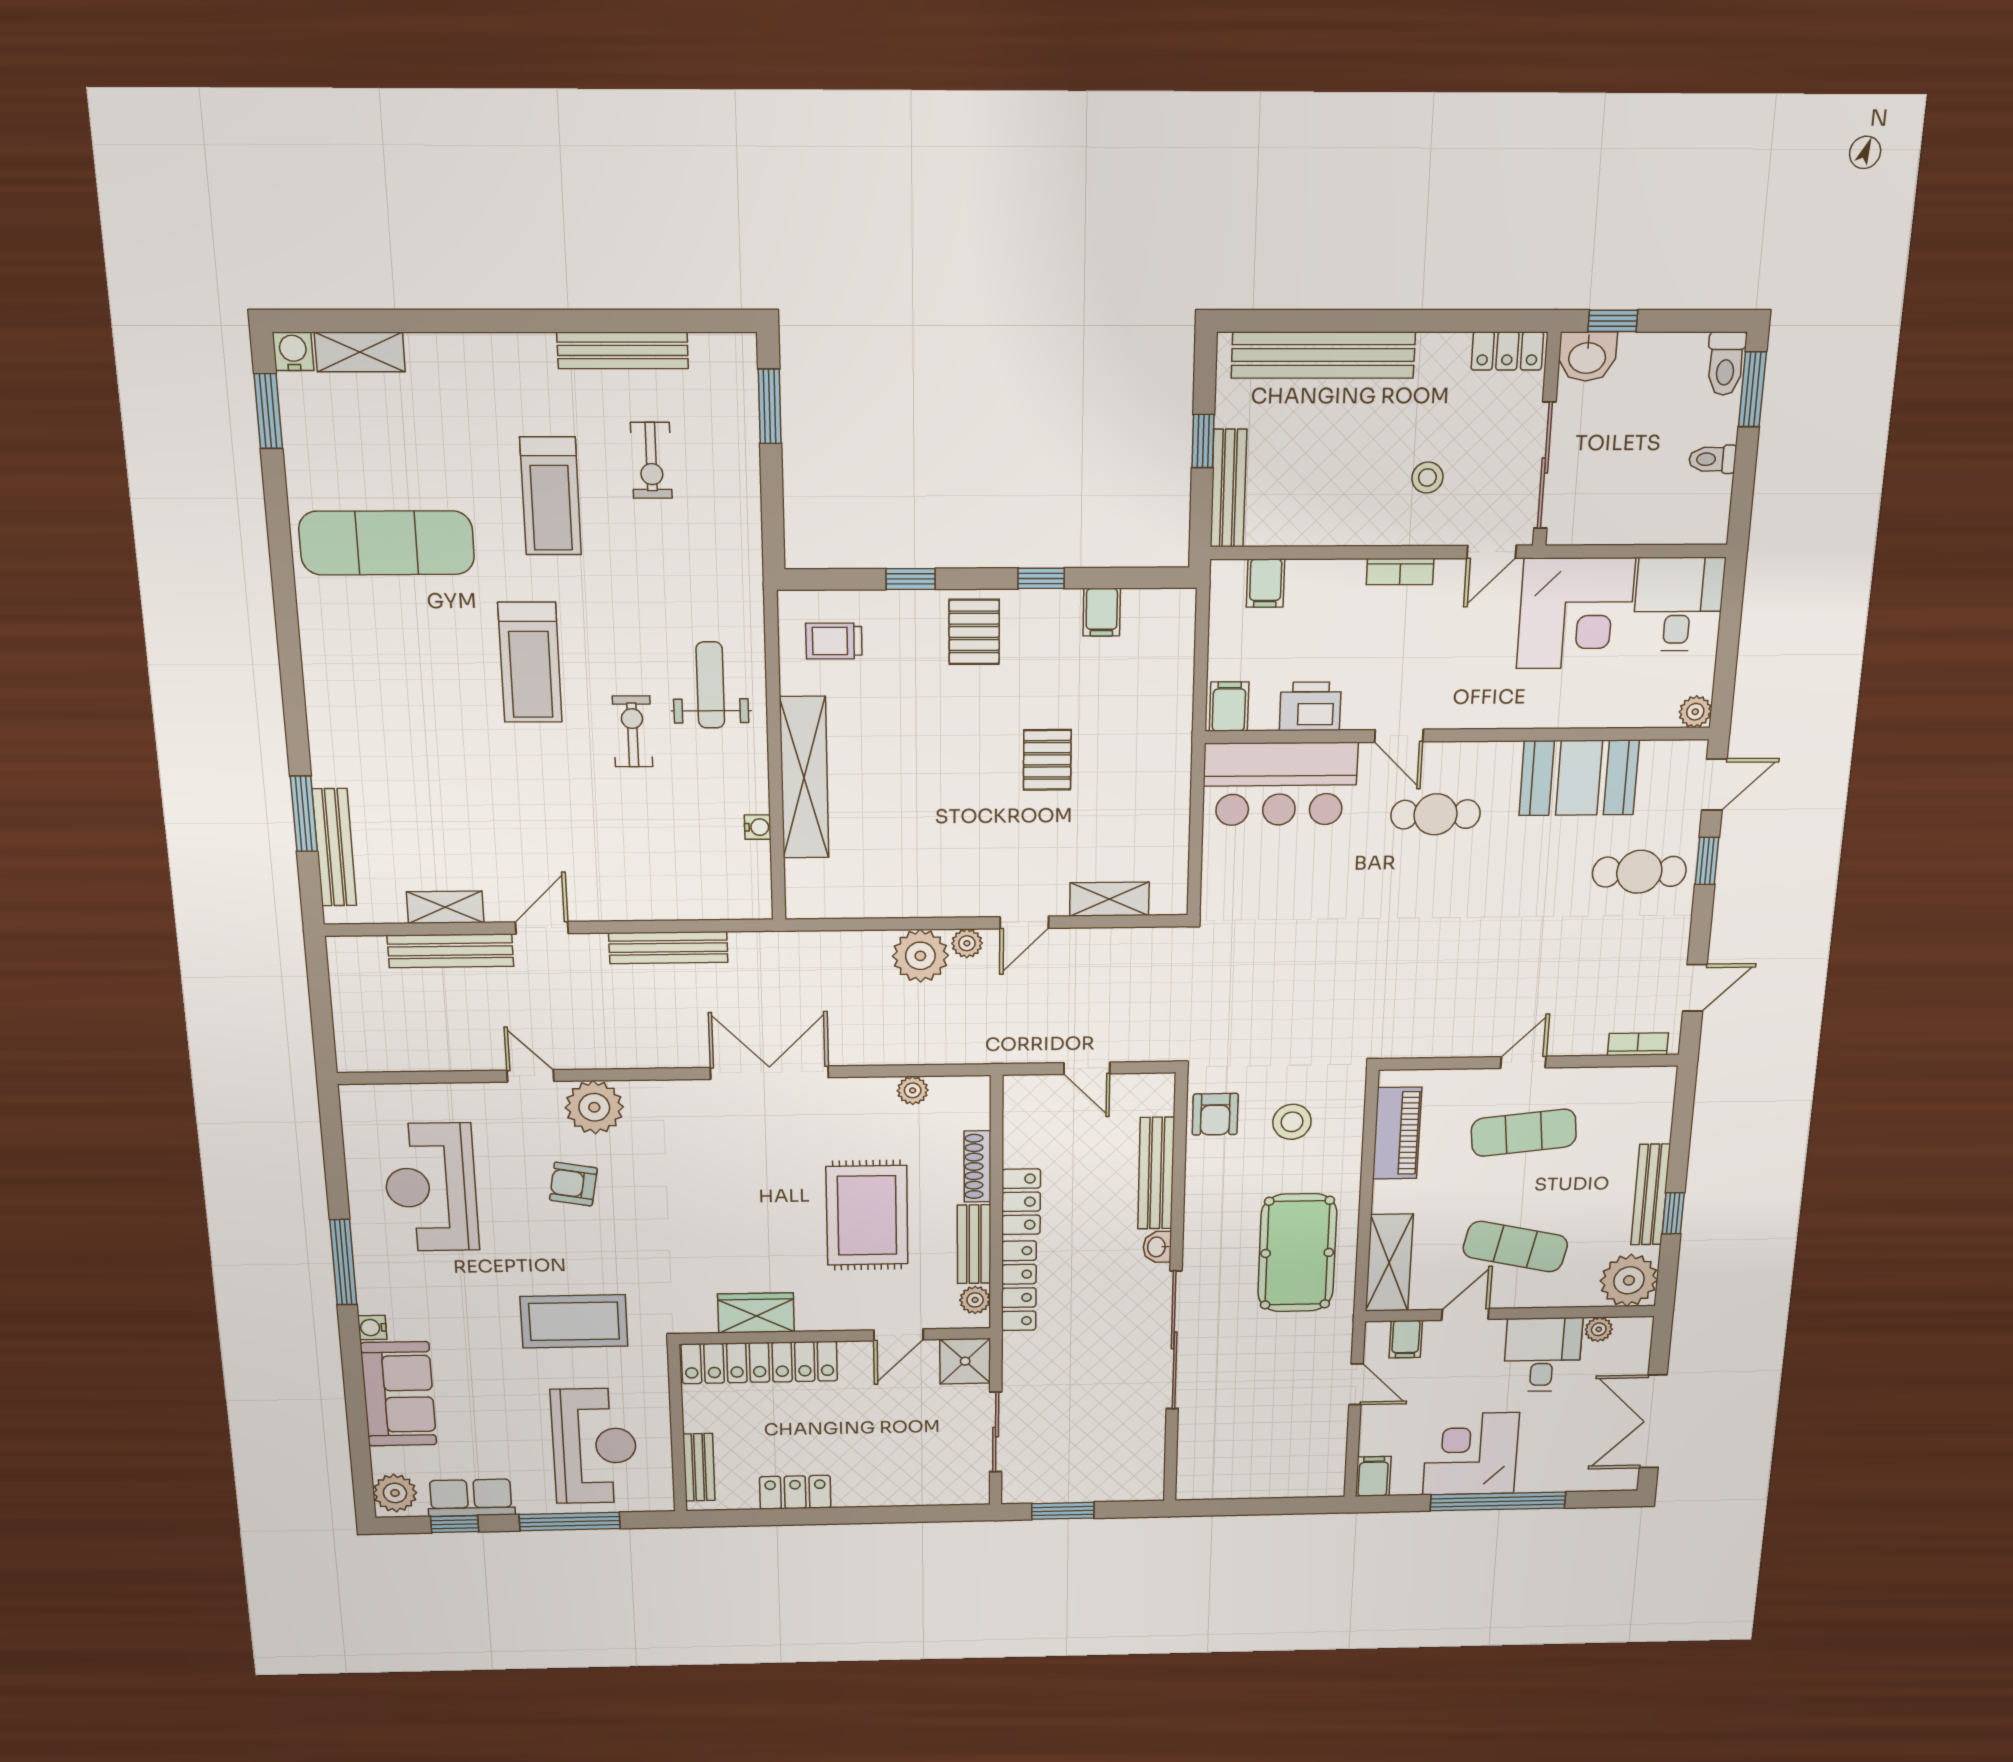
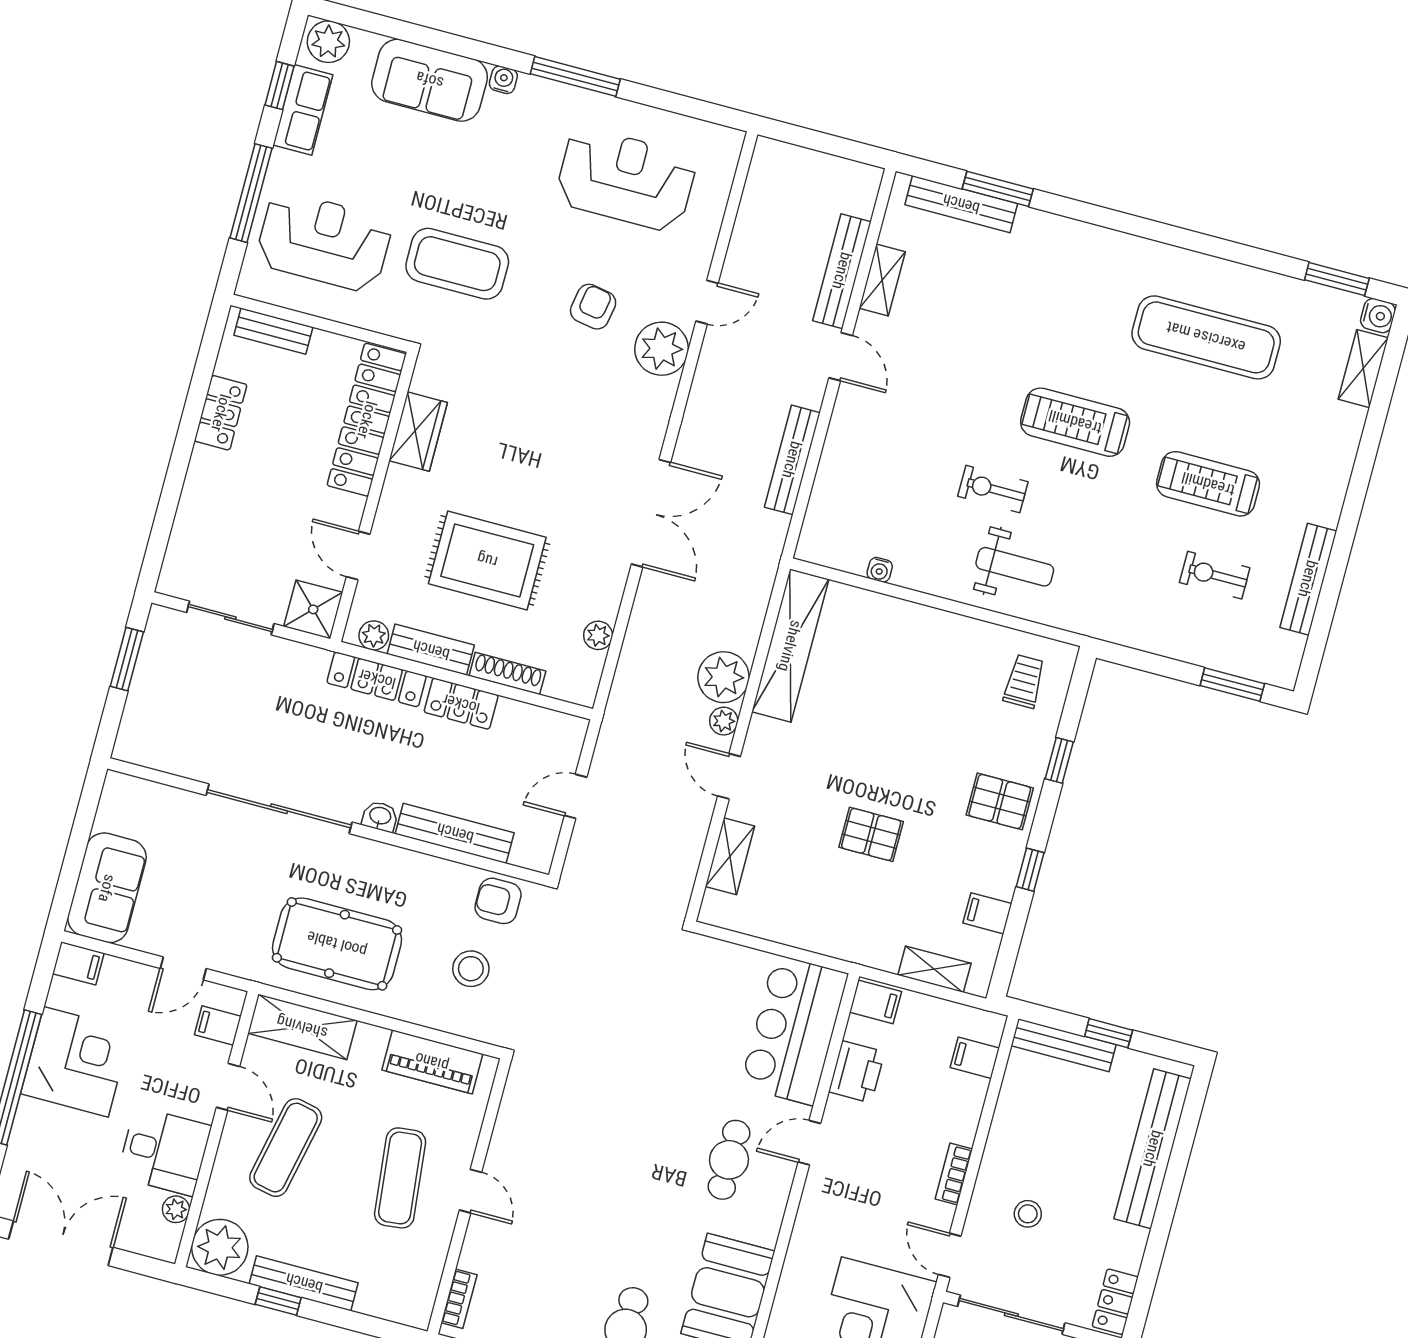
exercise mat: (387, 543) -> (1206, 337), turned 90
shelving: (1178, 653) -> (934, 969), added
exercise bike: (633, 731) -> (993, 489), turned 180
shelving: (804, 778) -> (790, 646), moved, turned 90
coffee table: (574, 1321) -> (457, 264), turned 90
reception desk: (594, 1446) -> (324, 242), turned 180
sofa: (1293, 1471) -> (107, 888), added

